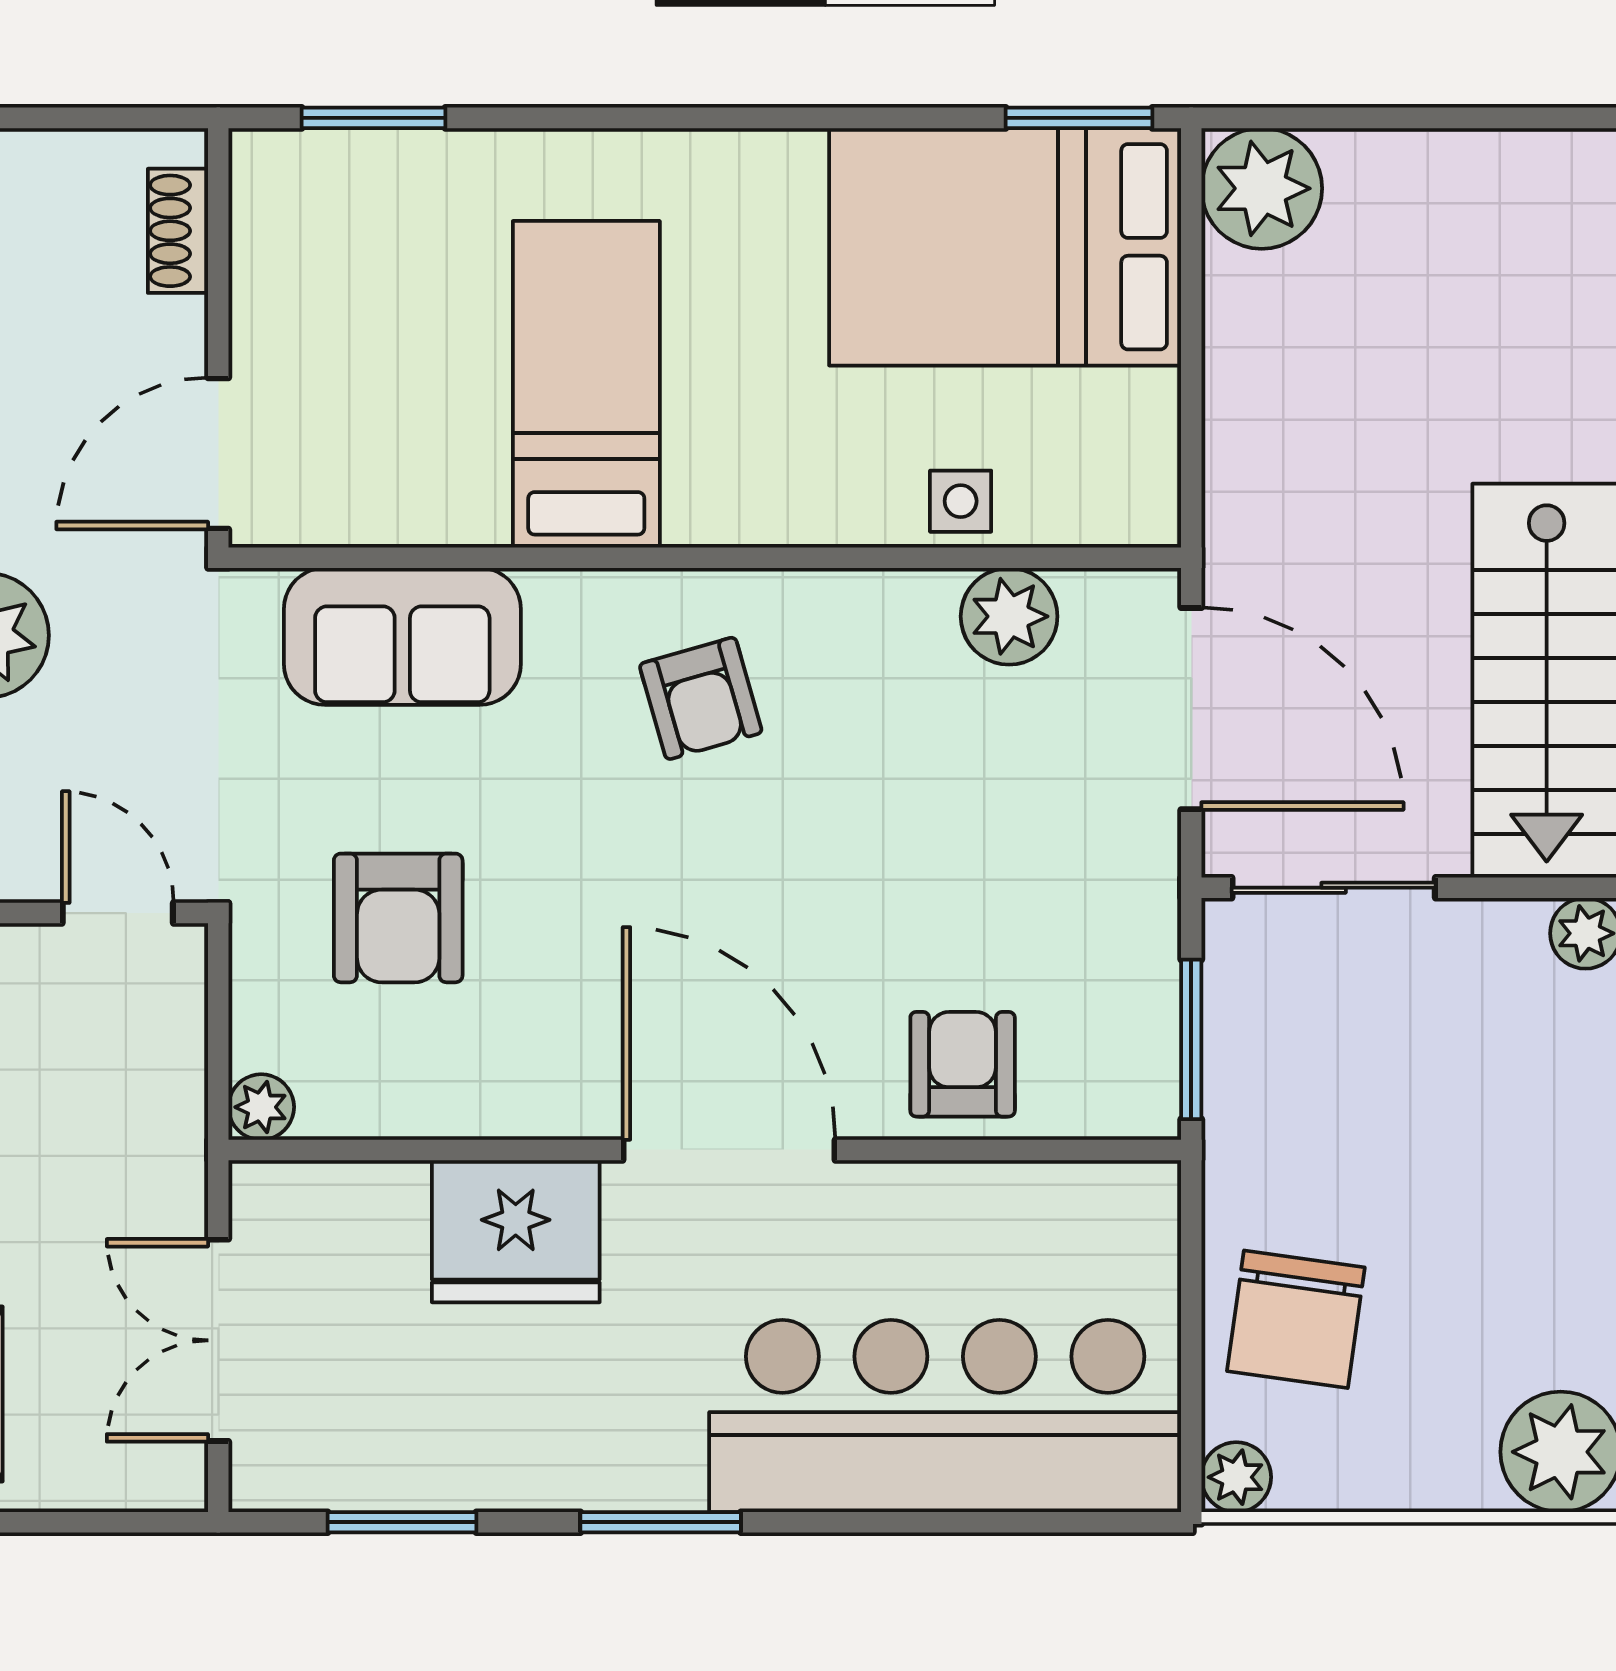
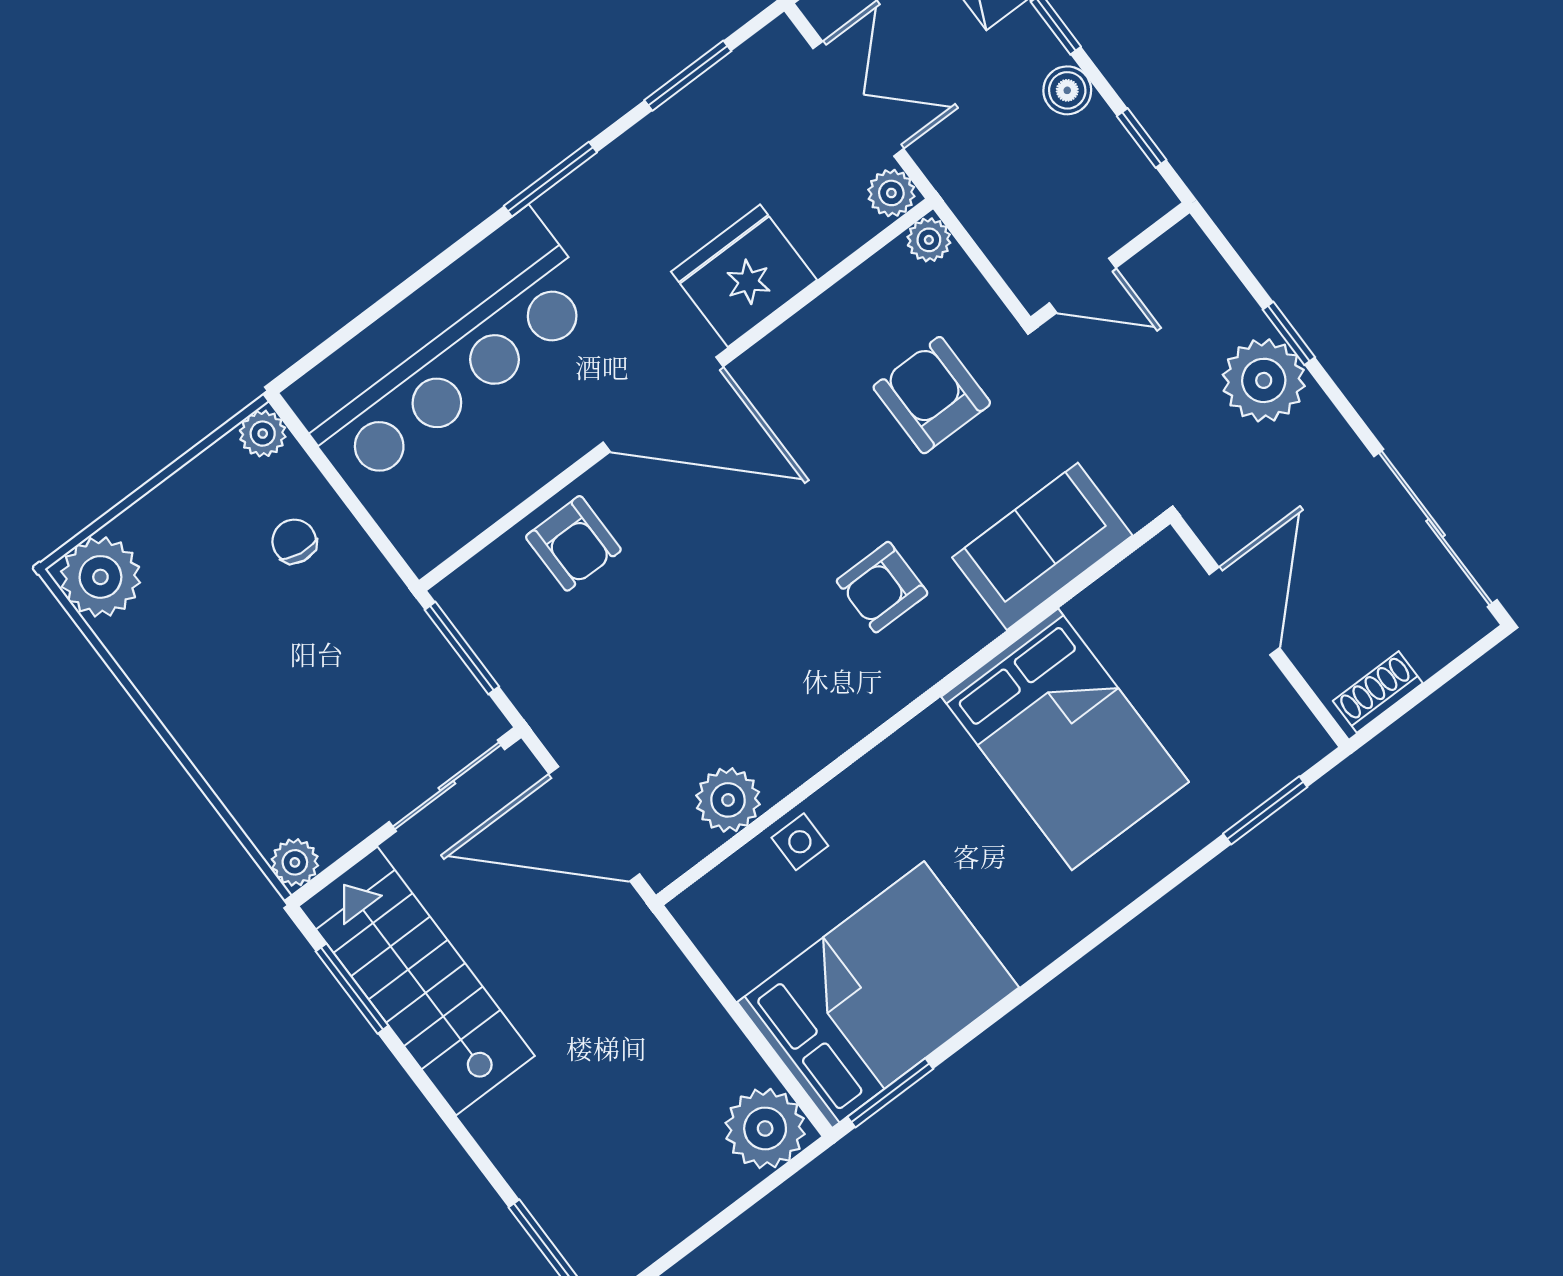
shoe rack: (178, 231) -> (1378, 692), moved, turned -90
bed: (586, 384) -> (1065, 739), width x1.50
door: (218, 453) -> (1244, 611), moved
armchair: (701, 698) -> (882, 587), moved, turned -74
plant: (264, 1197) -> (891, 193), added
chair: (1296, 1319) -> (294, 541), width x0.54, depth x0.54

